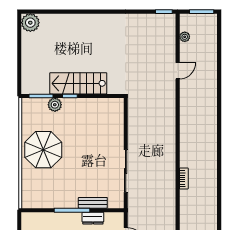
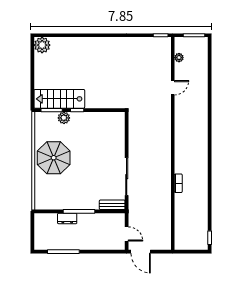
stairs: (78, 83) -> (59, 99), moved
bench: (93, 203) -> (112, 205), moved
dresser: (93, 218) -> (67, 218), moved

